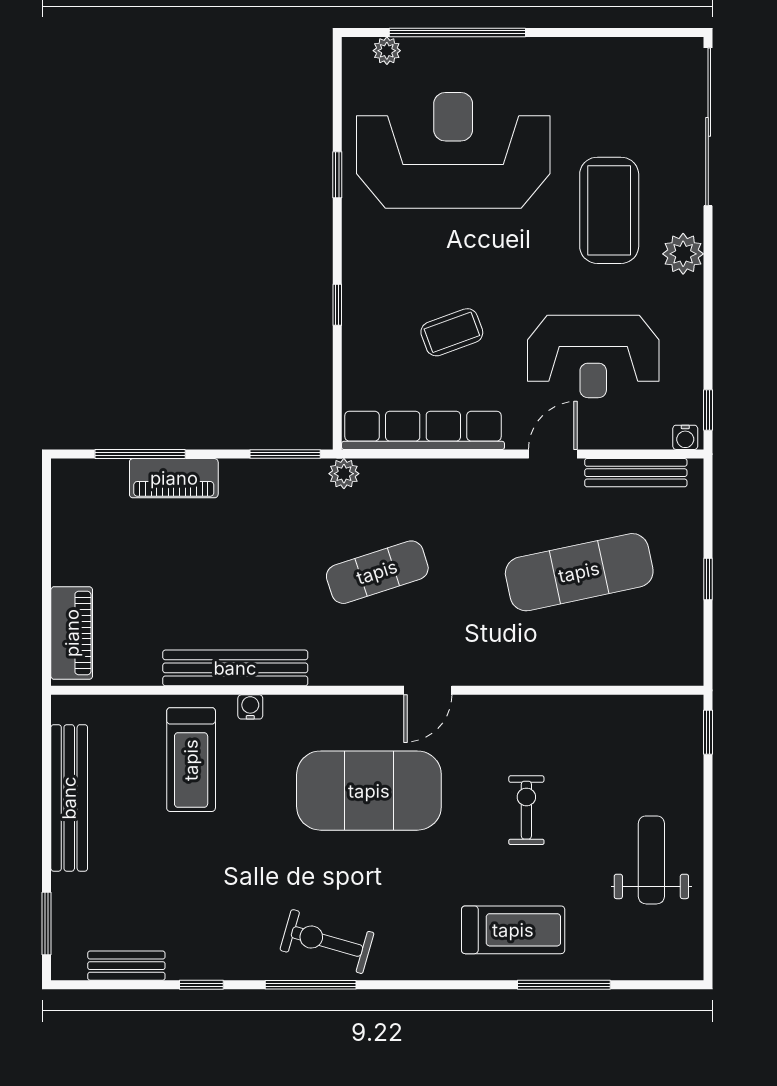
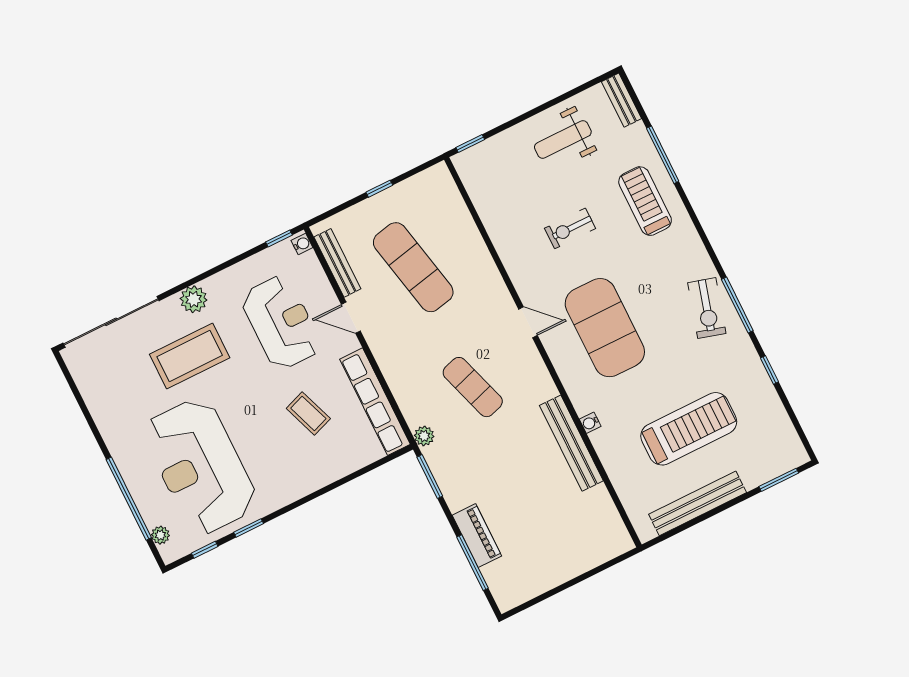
window: (337, 305) -> (205, 550), moved
piano: (72, 633) -> (599, 551), removed
treadmill: (191, 760) -> (689, 429), moved, width x1.37, depth x1.38
bench: (126, 966) -> (621, 100), moved

